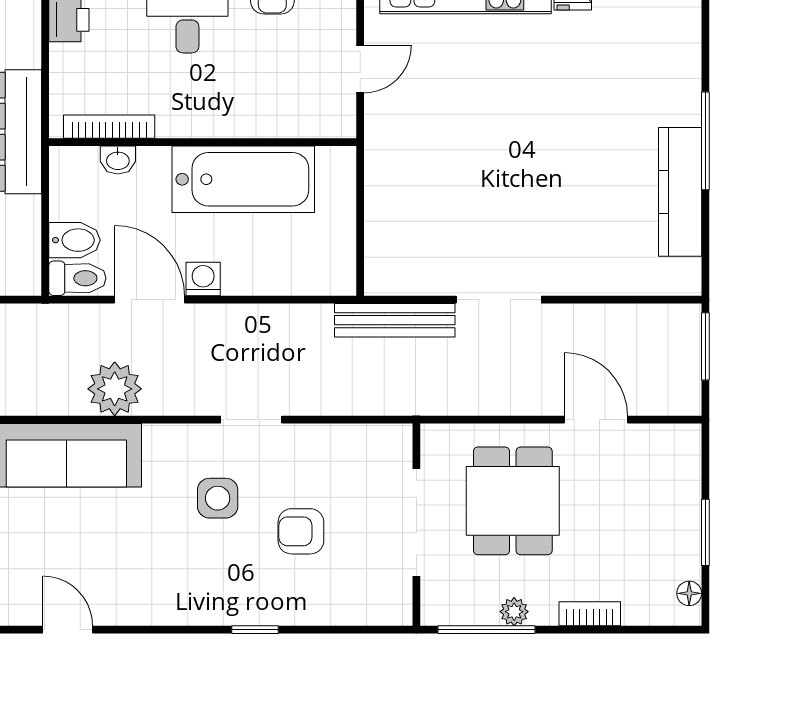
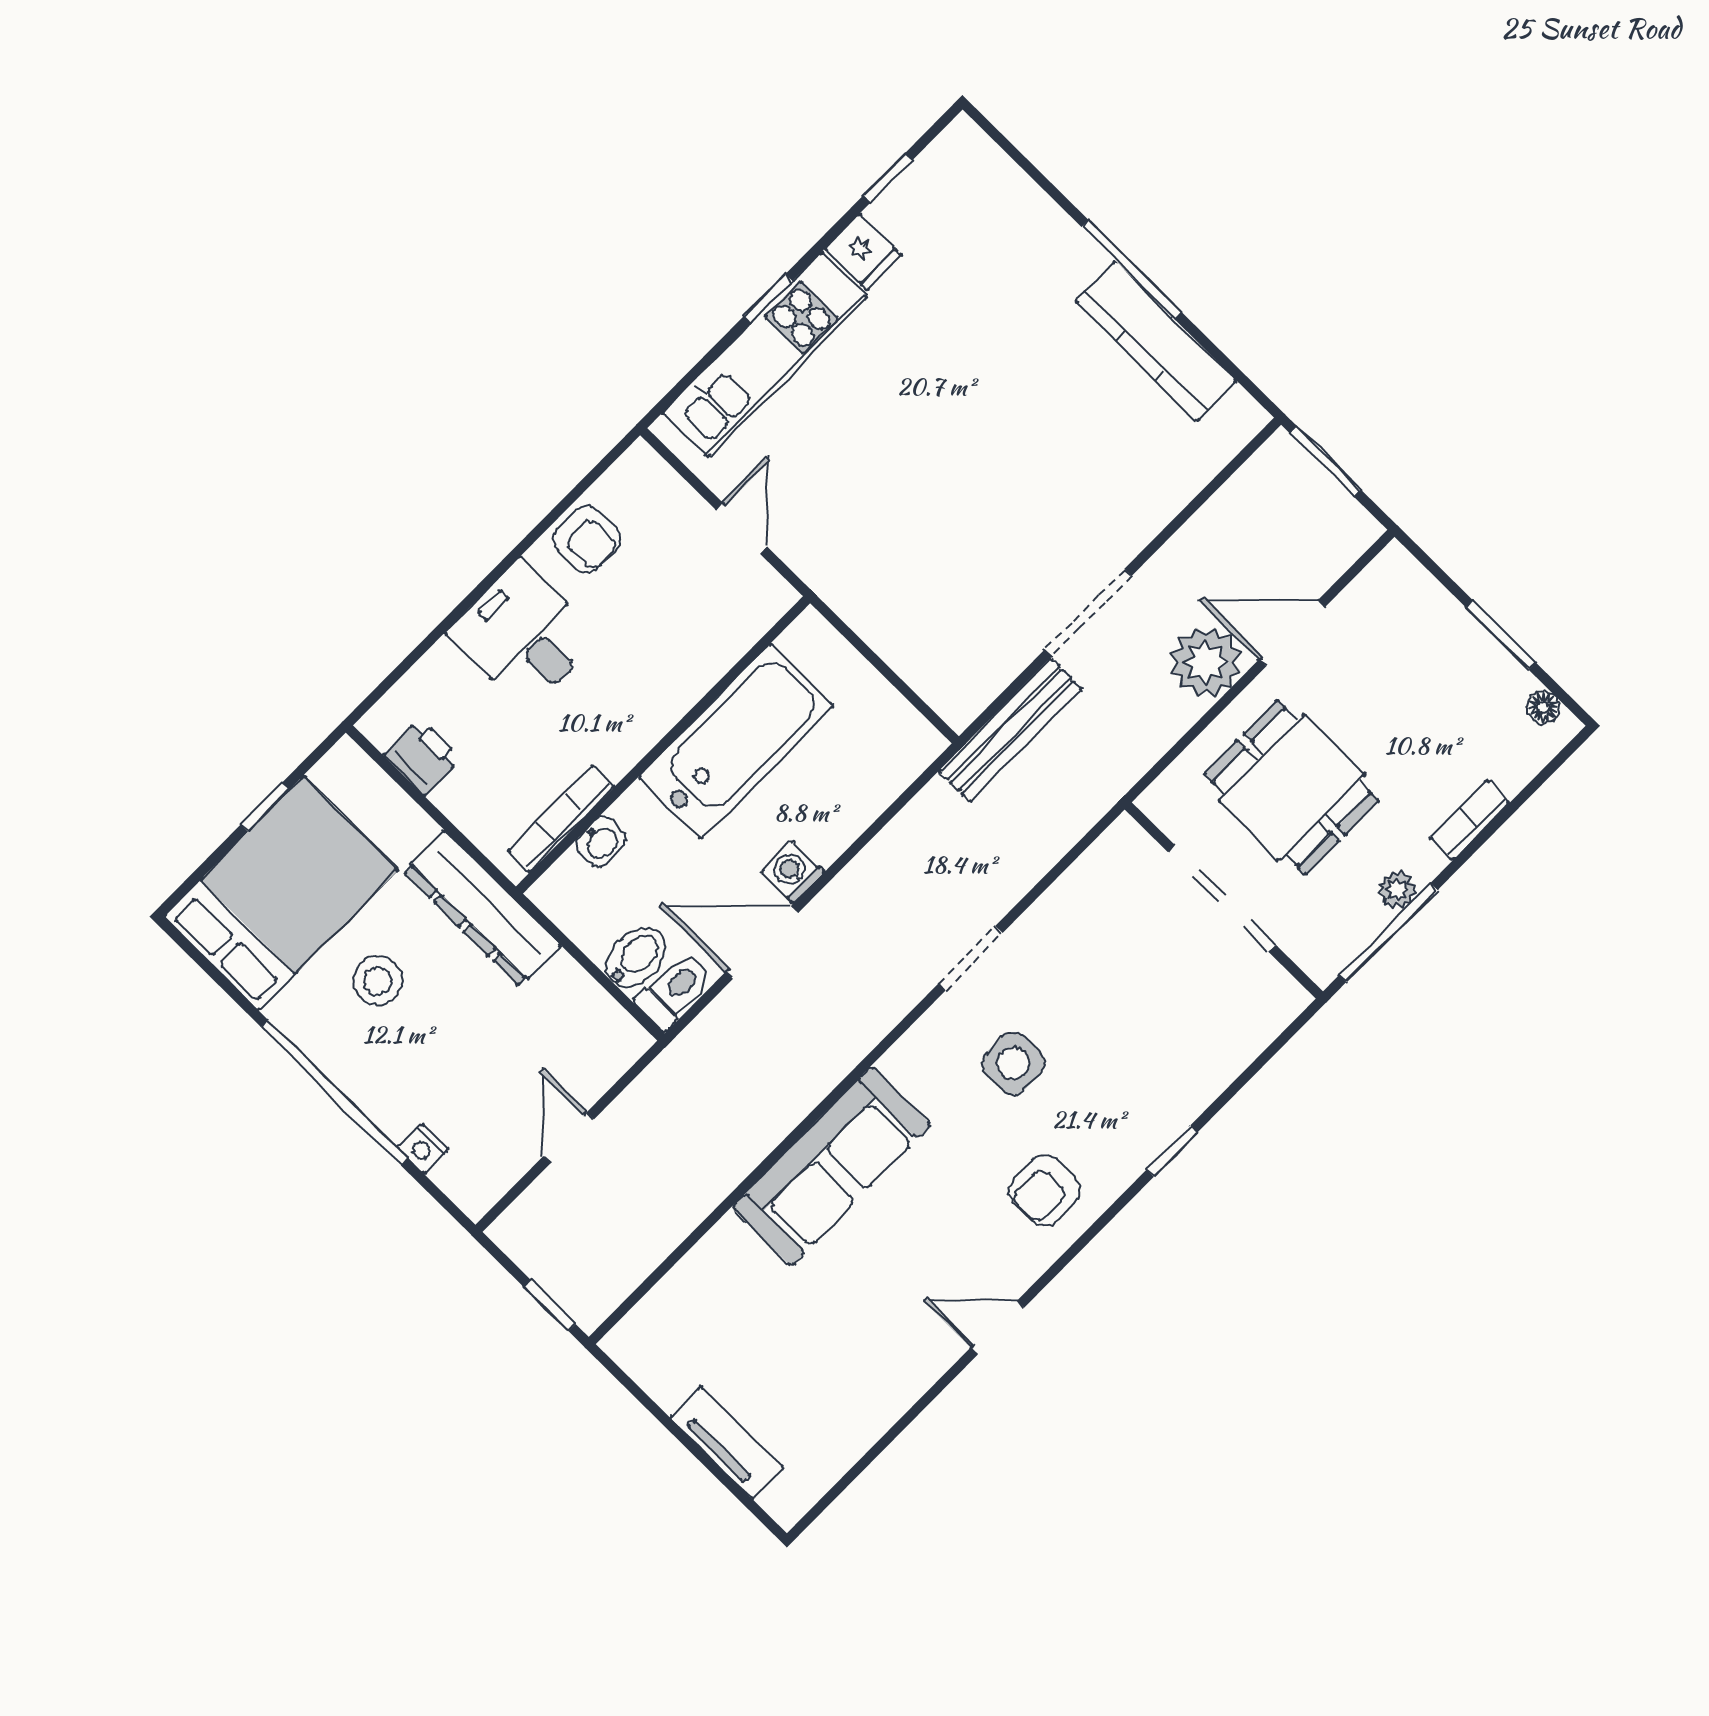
plant: (115, 389) -> (1206, 662), moved
armchair: (301, 531) -> (1045, 1190), moved

